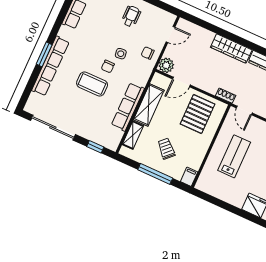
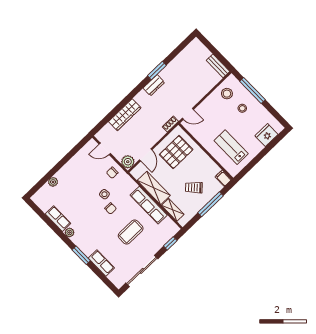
wheelchair: (131, 16) -> (78, 174), removed
plant: (64, 32) -> (70, 232), added
door: (170, 34) -> (105, 149), swing flipped
wardrobe: (231, 49) -> (125, 115), moved
row of seats: (50, 66) -> (101, 263), width x0.50
coffee table: (92, 84) -> (131, 232), moved
pallet: (198, 114) -> (176, 152), turned 90
lab bench: (234, 156) -> (231, 147), moved

